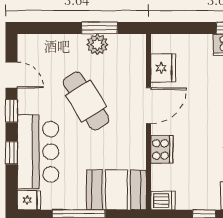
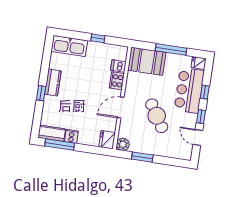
plant: (97, 45) -> (123, 144), moved
fridge: (163, 68) -> (107, 140), moved
dishwasher: (163, 200) -> (118, 66), moved

